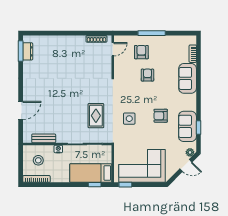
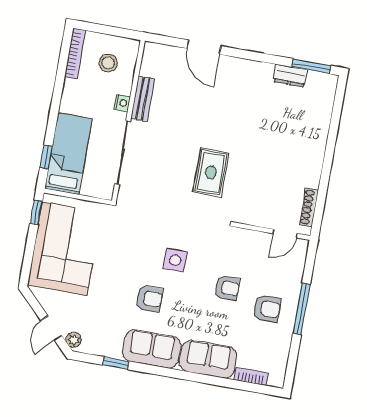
door: (113, 49) -> (285, 234), hinge flipped
dresser: (28, 51) -> (290, 76), moved
armchair: (141, 52) -> (267, 309), moved
rug: (96, 116) -> (211, 172), moved, turned 90
armchair: (161, 116) -> (149, 299), turned 90
side table: (129, 119) -> (175, 260), moved
sofa: (187, 126) -> (152, 349), moved
bench: (44, 138) -> (143, 99), moved

